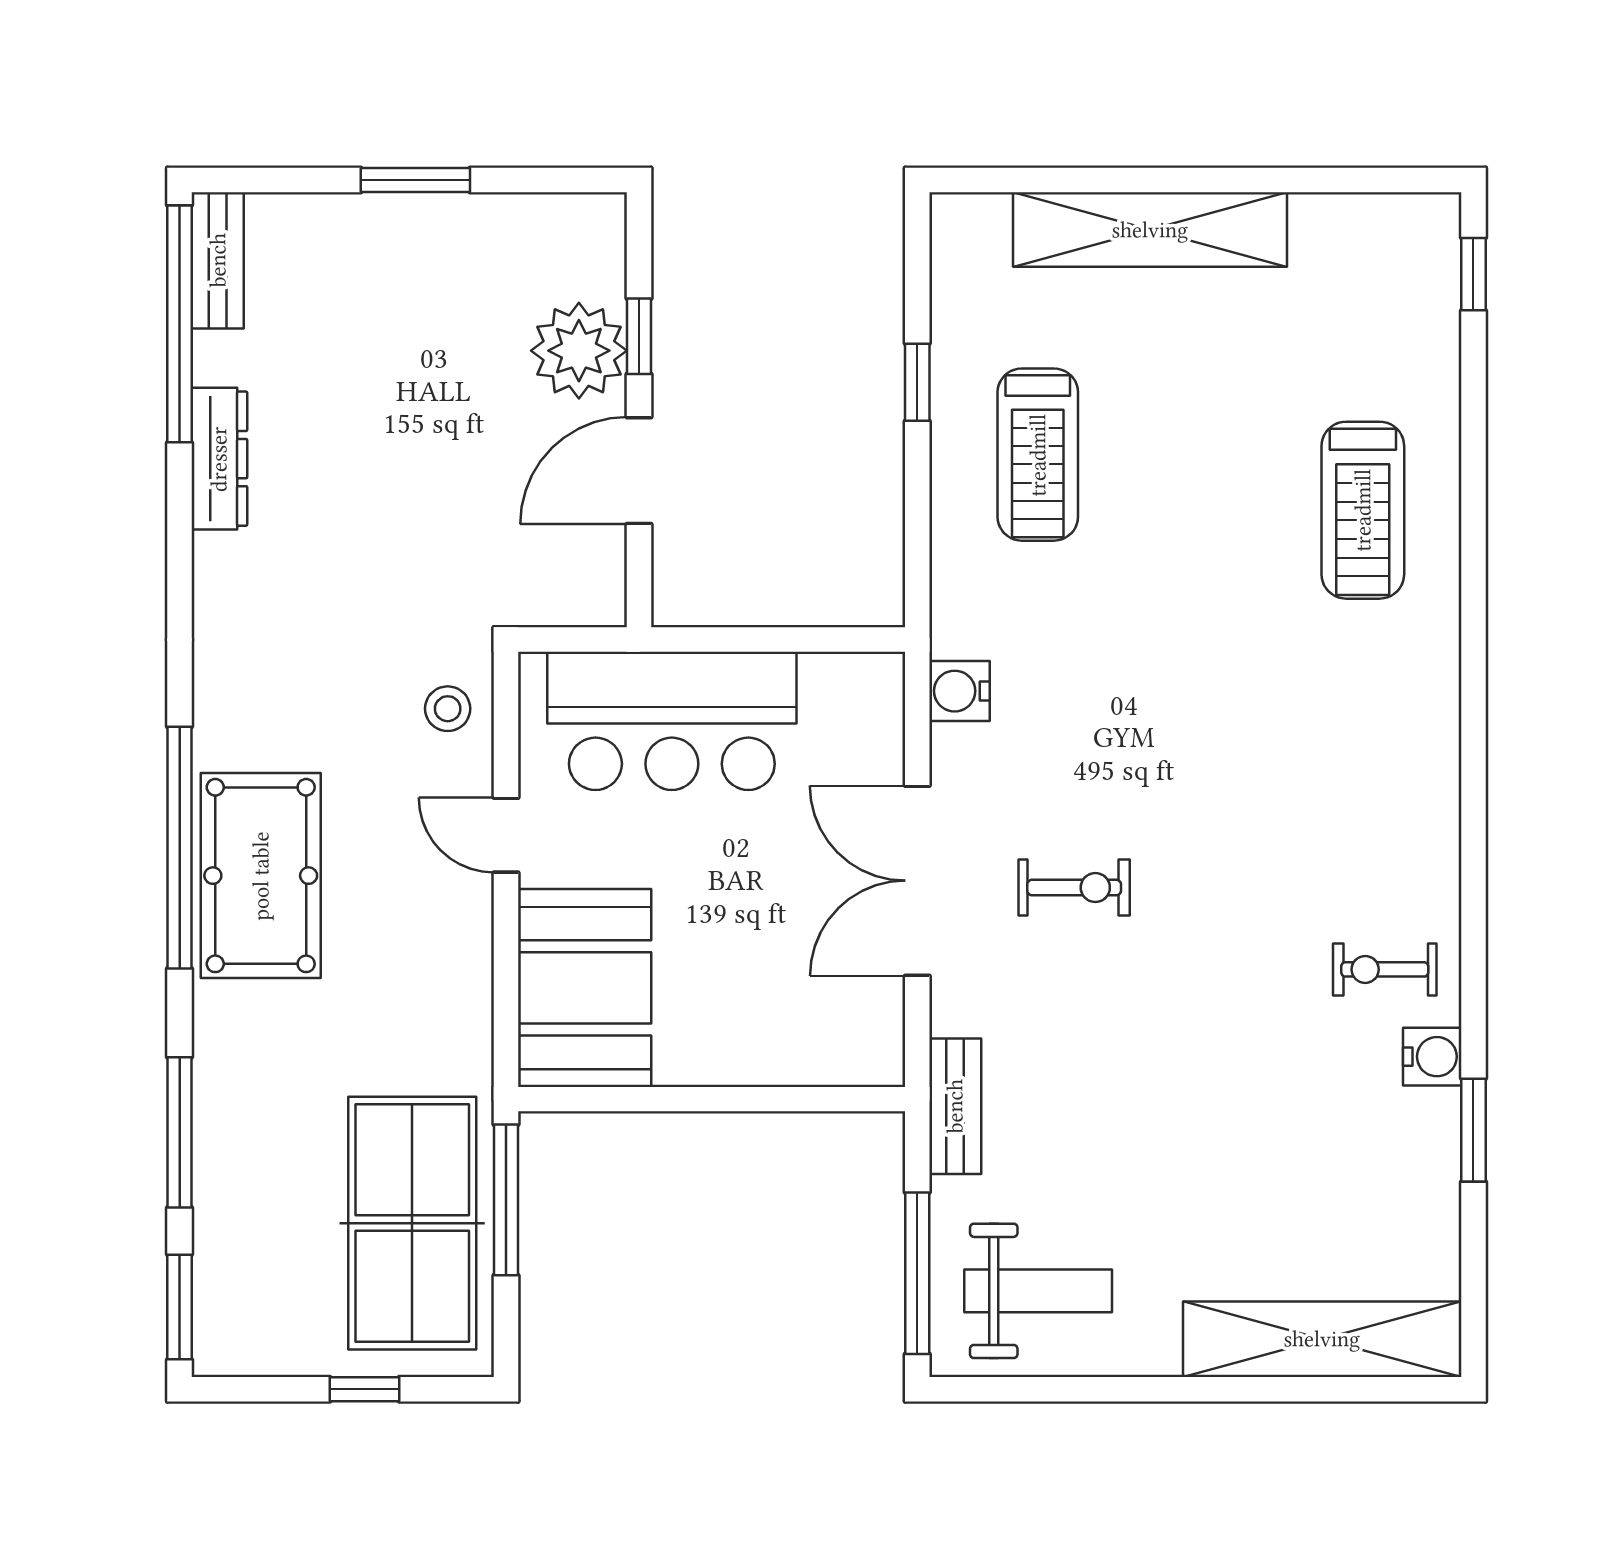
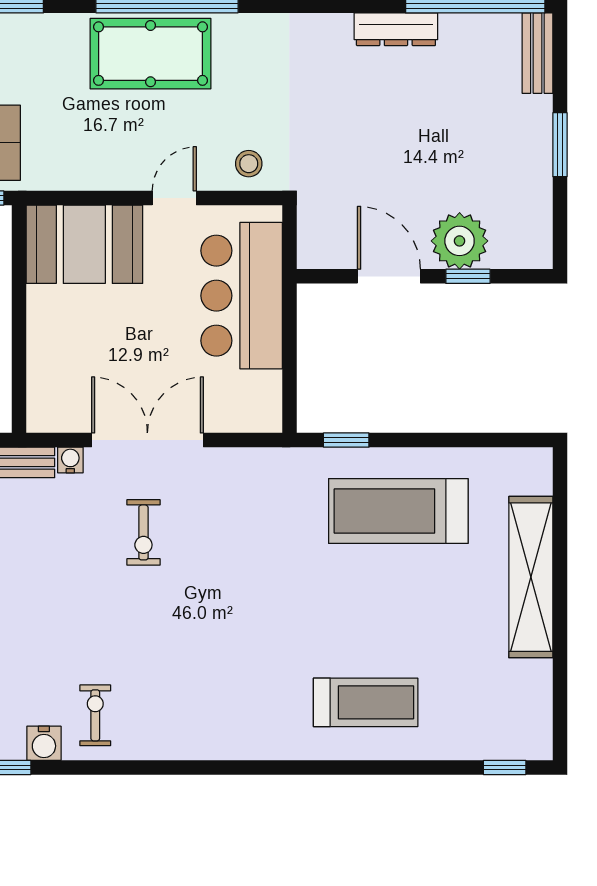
bench: (218, 260) -> (537, 53), moved, turned 90
window: (917, 382) -> (346, 440), moved
treadmill: (1038, 455) -> (398, 511), width x1.37, depth x1.38
treadmill: (1363, 510) -> (366, 702), turned 180
water cooler: (959, 691) -> (70, 460), moved, width x0.72, depth x0.72

